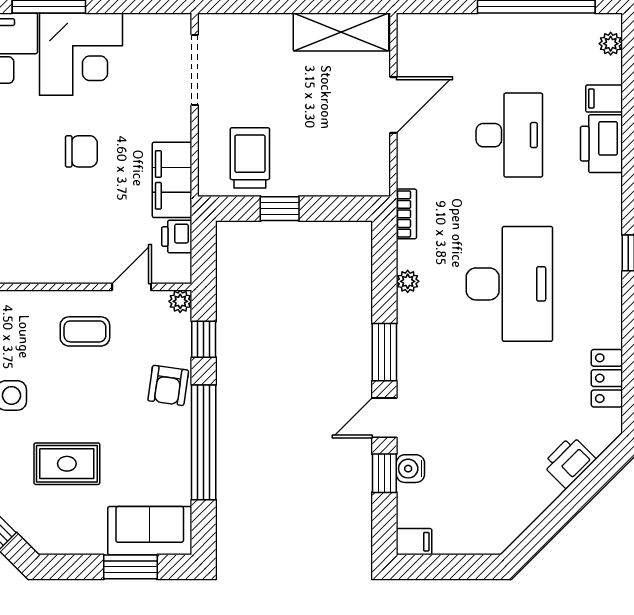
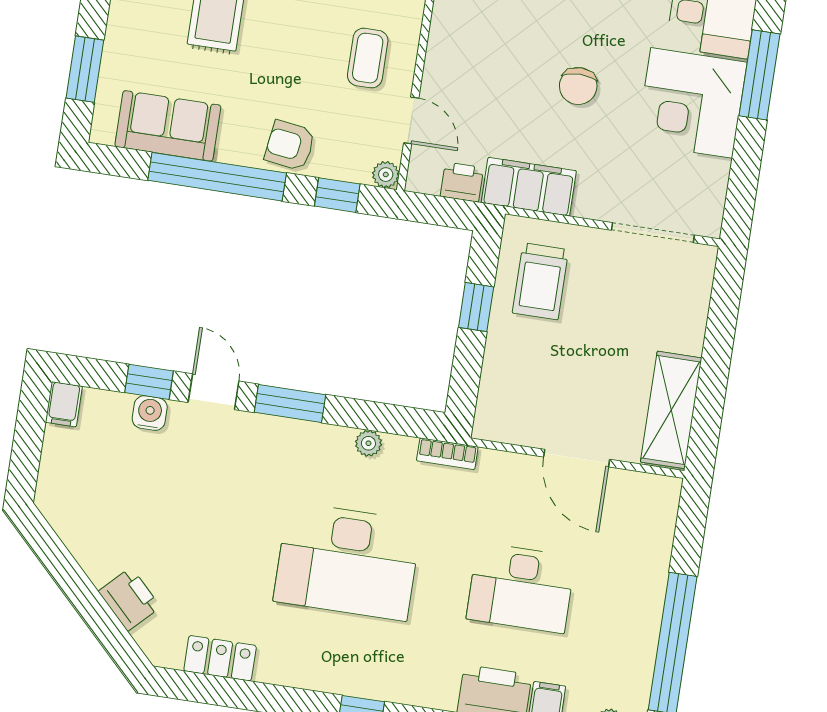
trolley: (250, 158) -> (540, 281), turned 90
sofa: (150, 531) -> (168, 126), moved, turned -90

